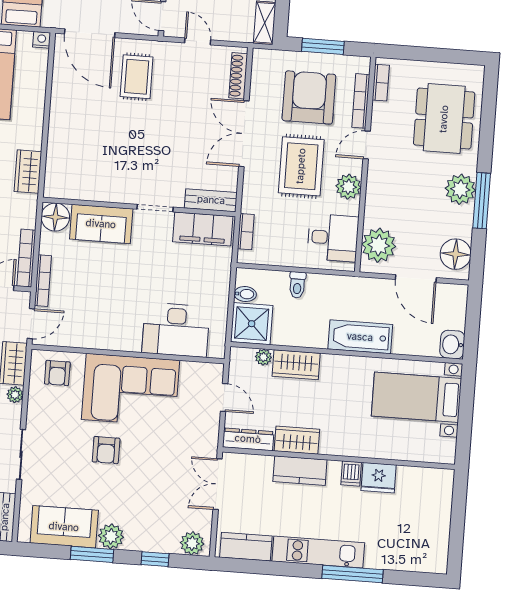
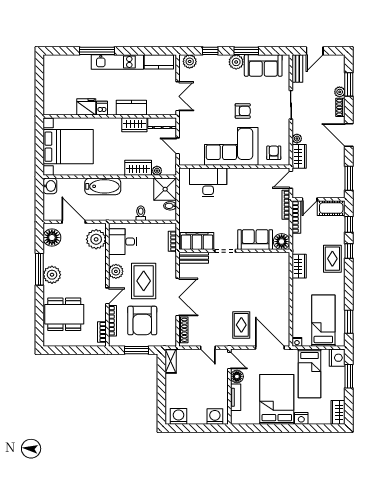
dining table: (444, 119) -> (64, 314), turned 90
bed with nightstands: (416, 397) -> (68, 147), width x1.36
armchair: (106, 450) -> (243, 111), turned 90

